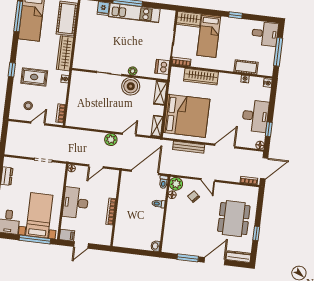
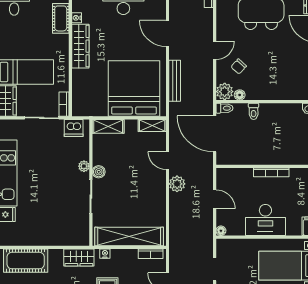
wardrobe: (65, 53) -> (79, 258), width x0.67
wardrobe: (201, 77) -> (80, 46), moved
boiler: (131, 86) -> (99, 172), width x0.54, depth x0.54
shelving: (76, 99) -> (129, 237), added

